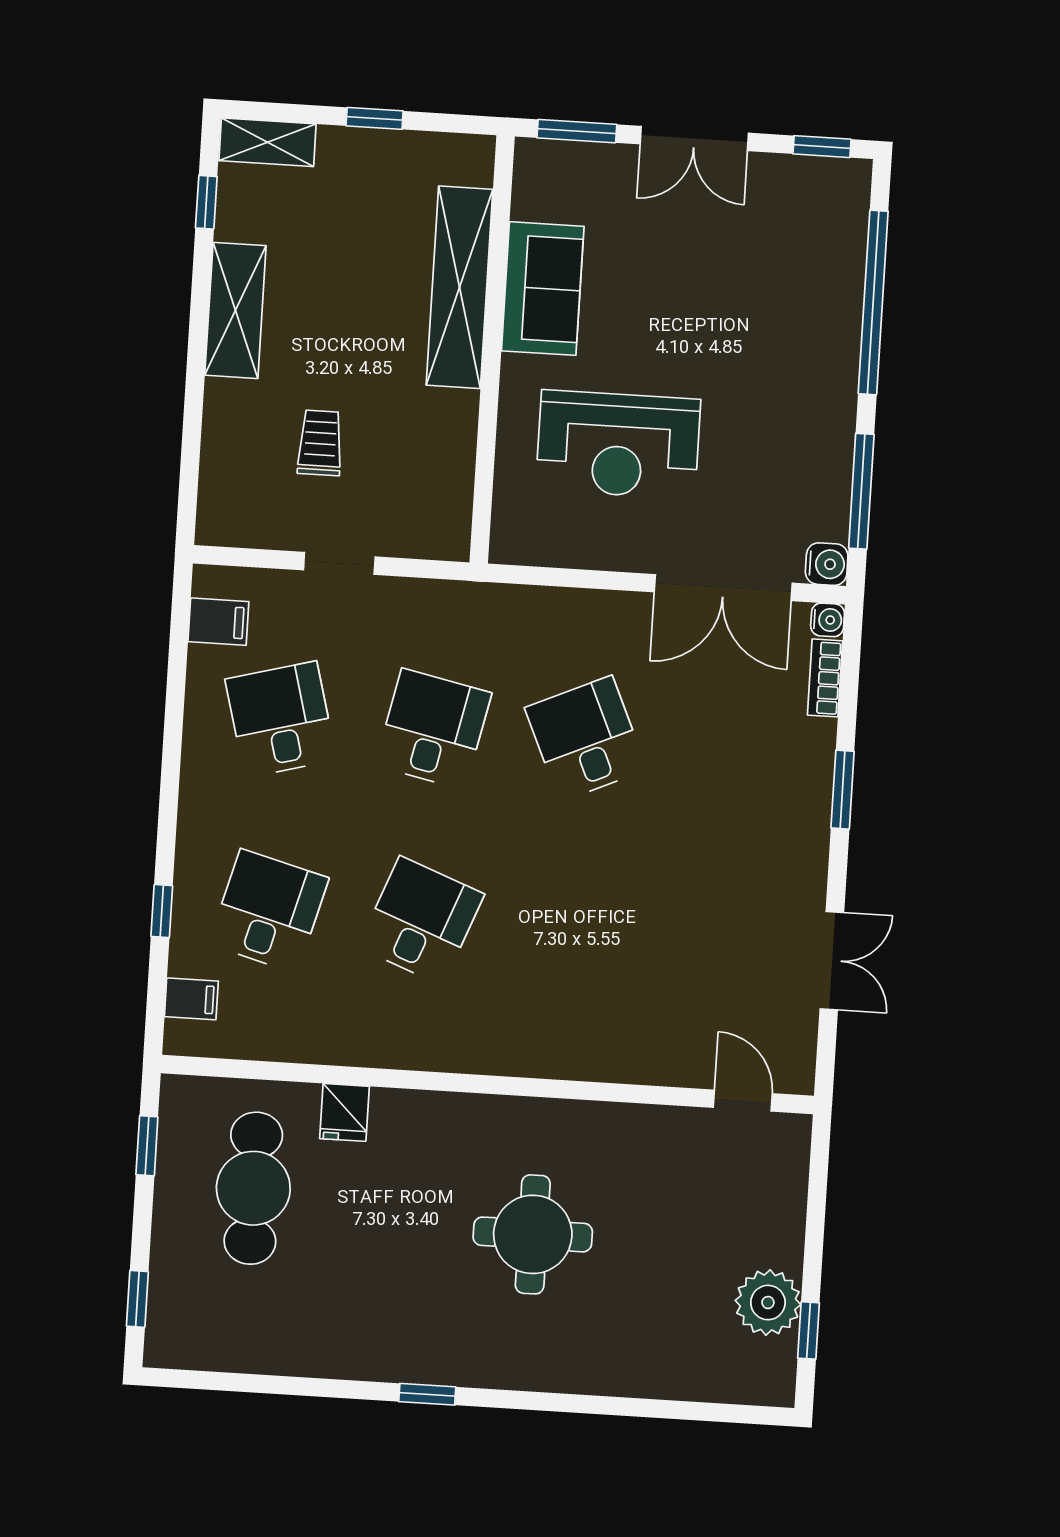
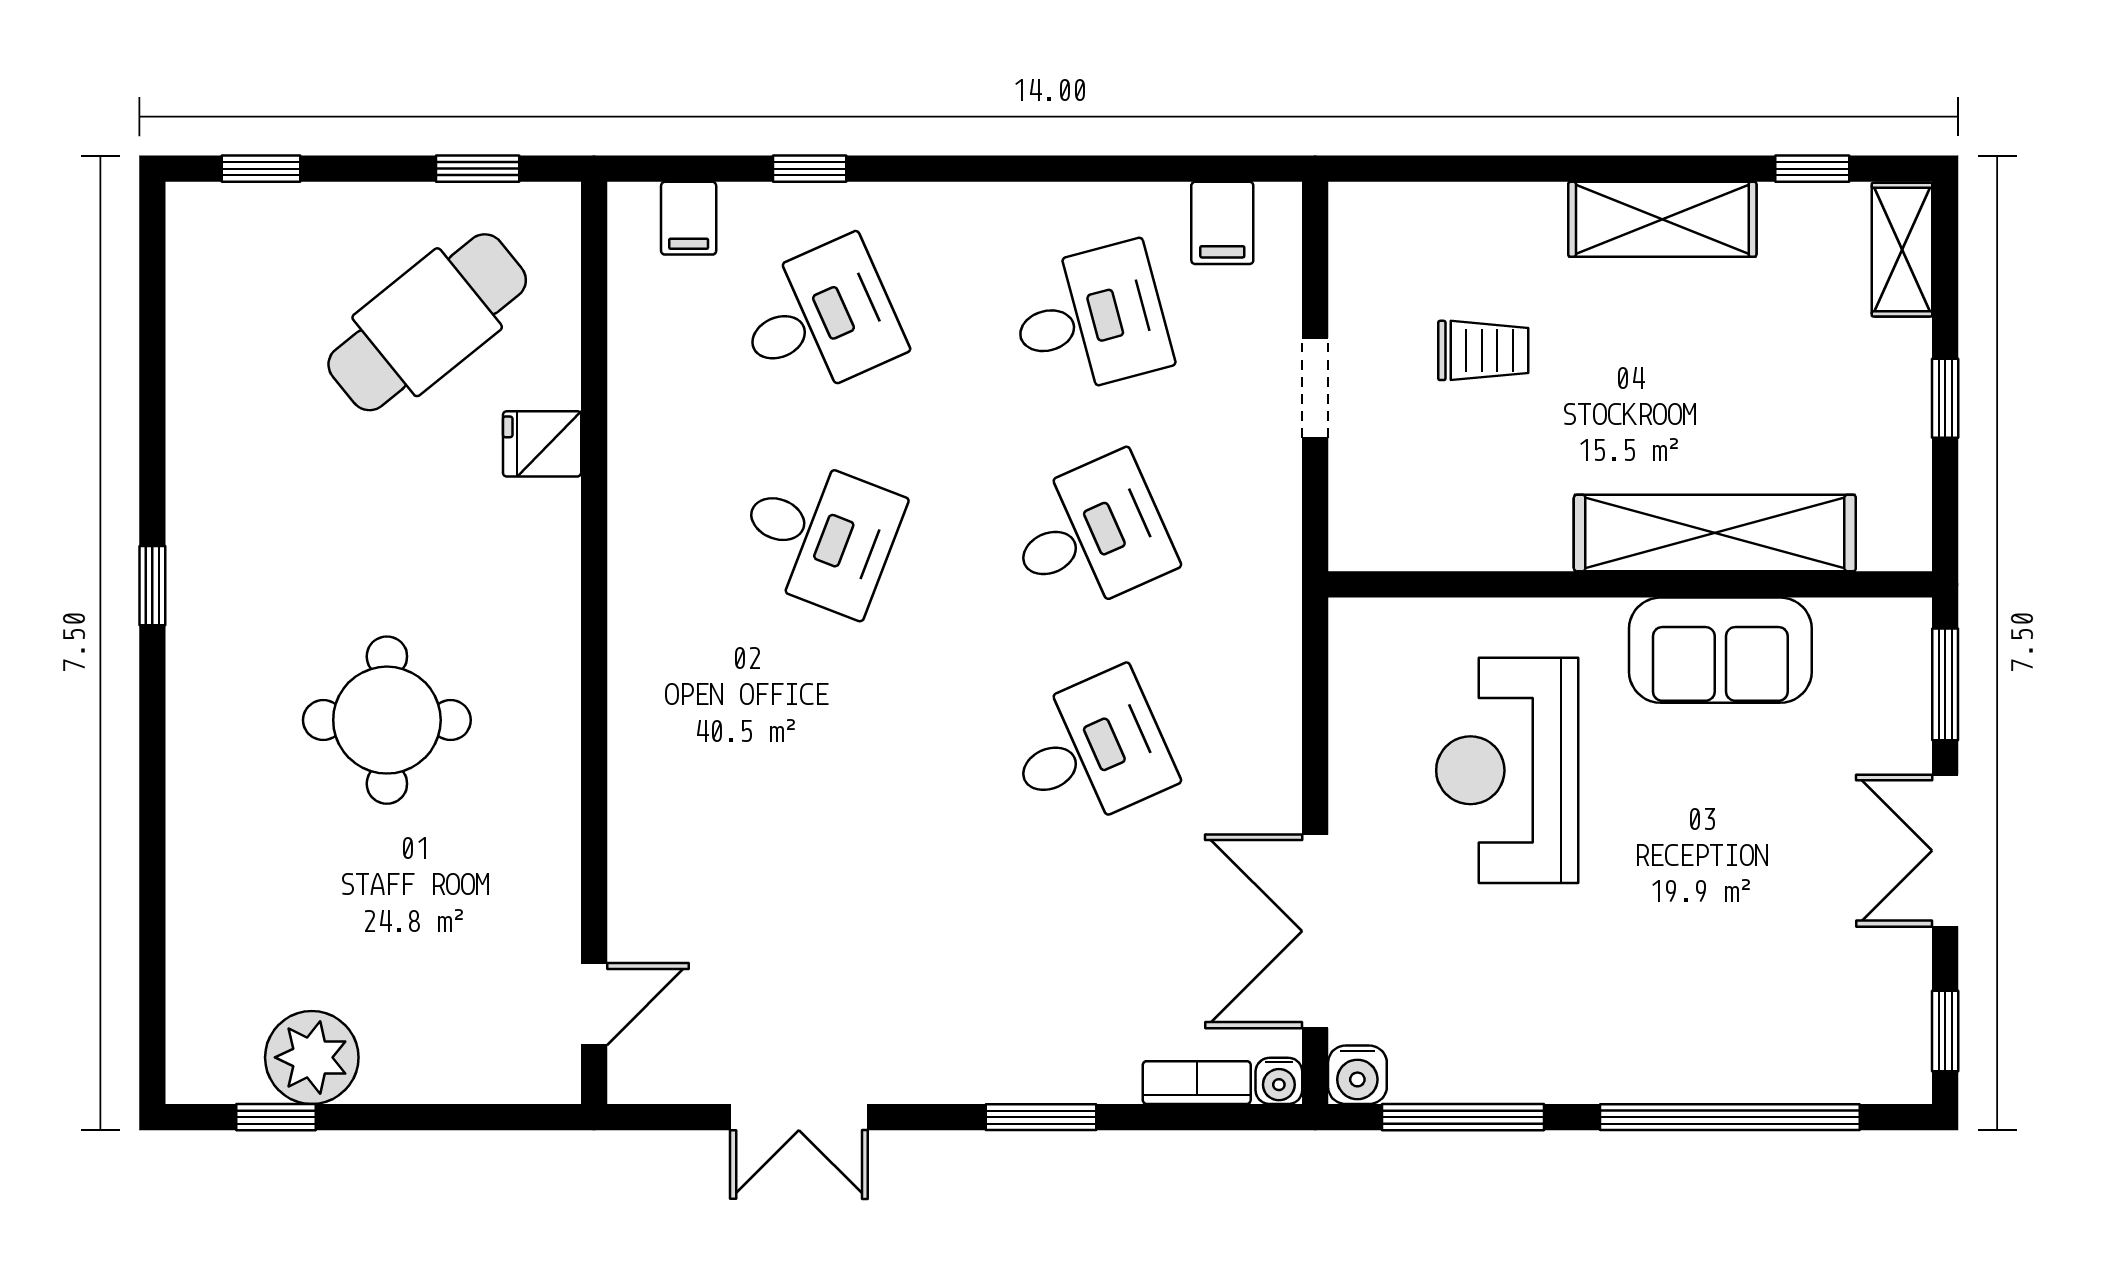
desk: (433, 729) -> (1090, 535), turned -36
desk: (269, 911) -> (819, 319), turned -39
cafe table: (253, 1188) -> (427, 322), turned -39

